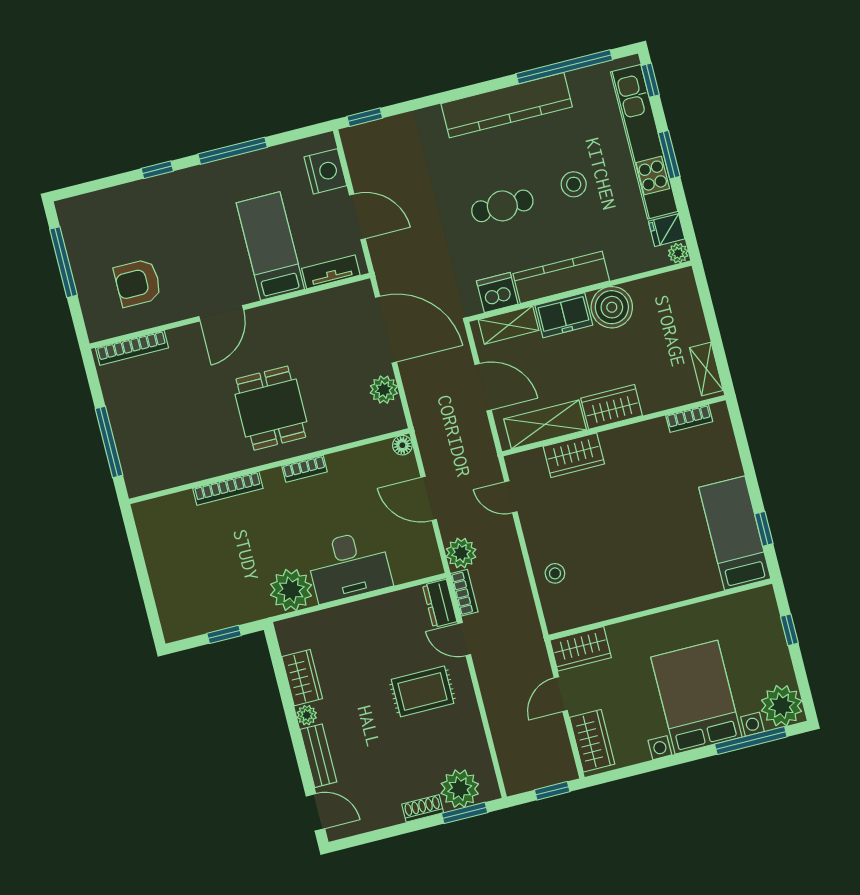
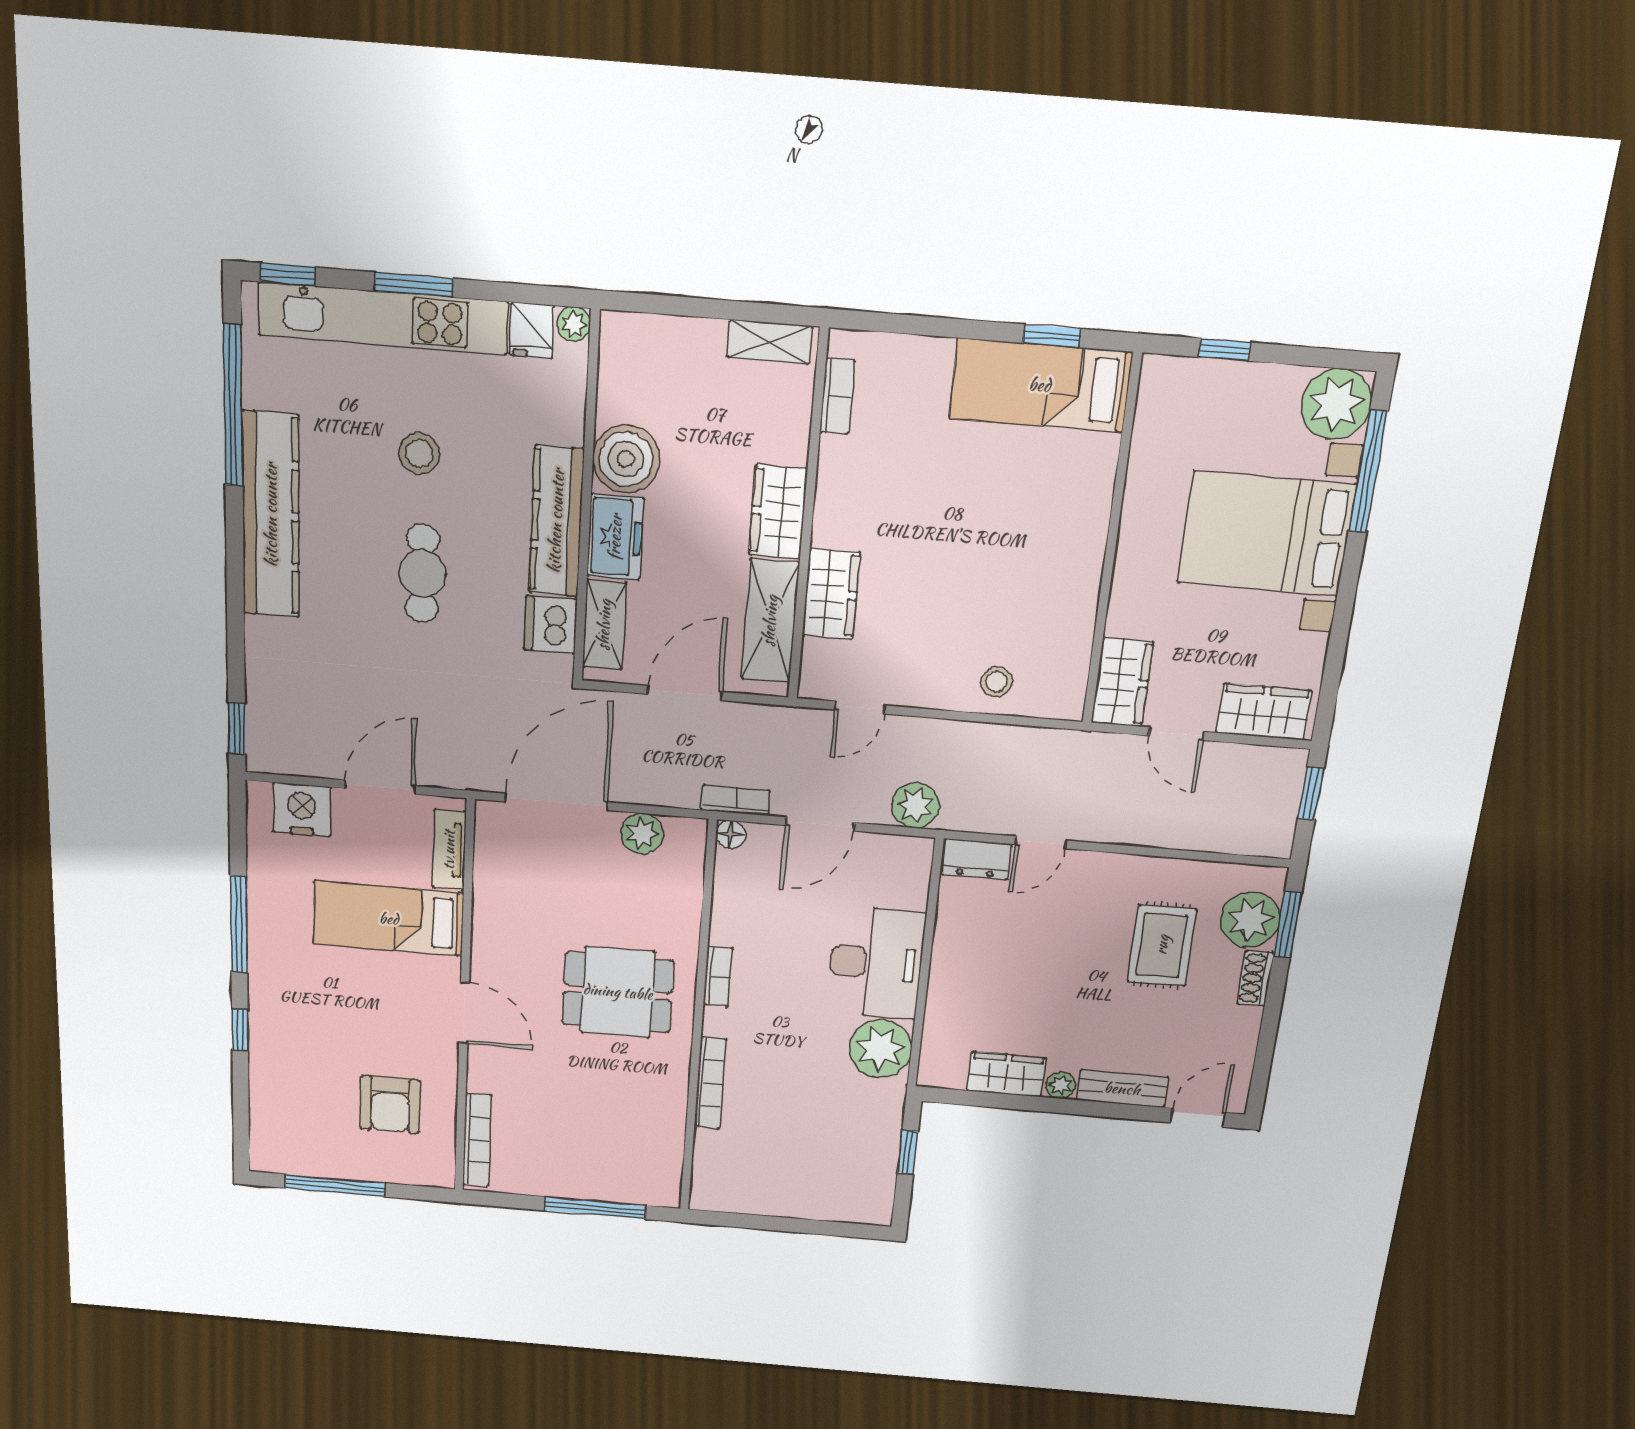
bookcase: (464, 593) -> (736, 800), moved
rug: (422, 691) -> (1162, 945), moved

